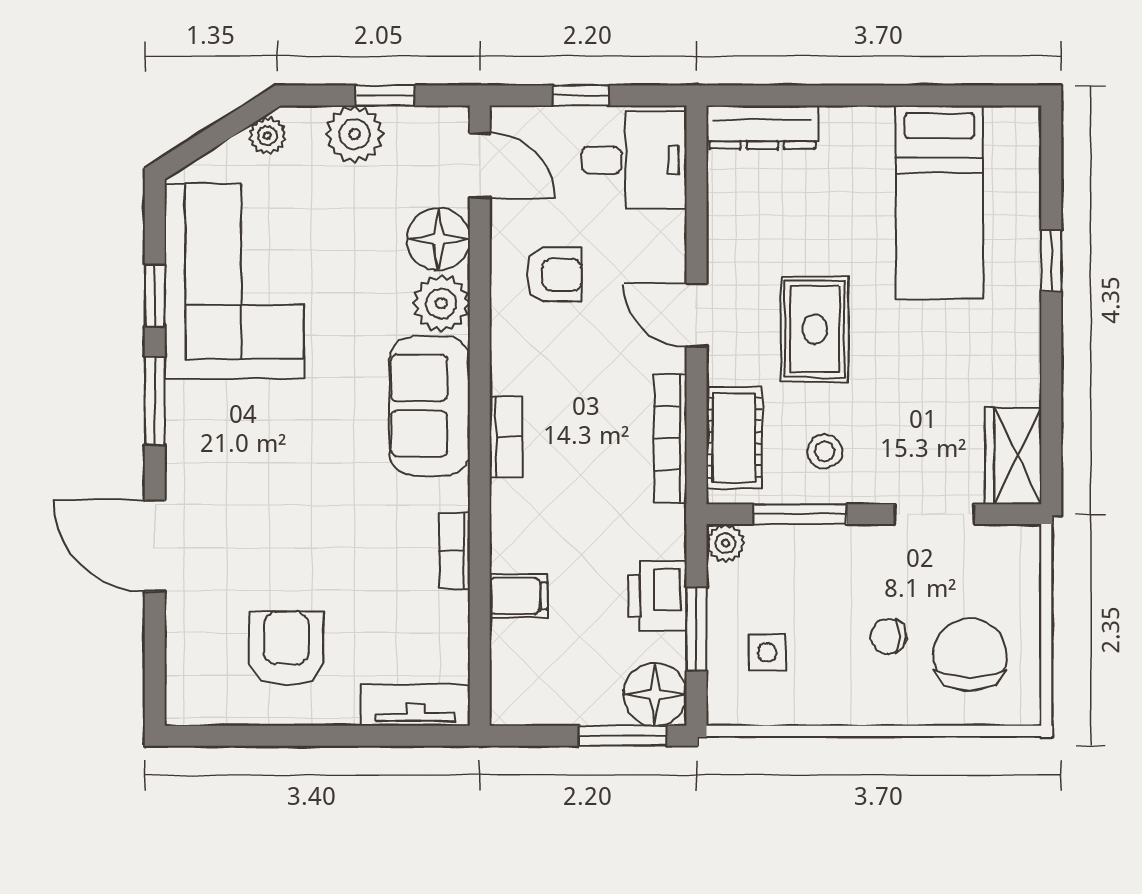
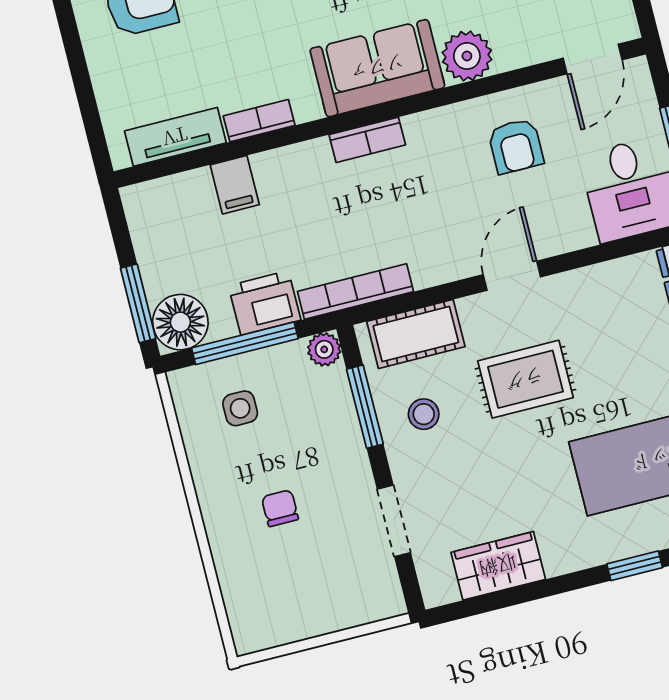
floor lamp: (438, 239) -> (521, 40), removed
bookcase: (670, 438) -> (356, 291), moved
wardrobe: (1013, 456) -> (498, 566), moved
window: (697, 629) -> (245, 343), width x1.44
chair: (970, 655) -> (282, 581), removed
tv unit: (415, 705) -> (175, 137), moved, turned -90

